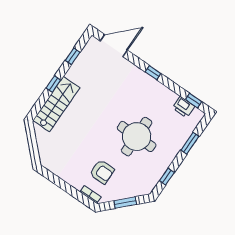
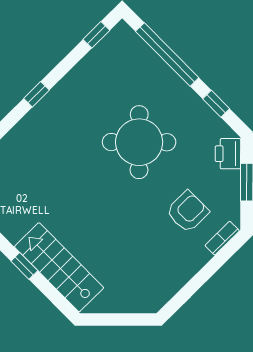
printer: (184, 107) -> (228, 154), moved, turned 135
round table: (137, 137) -> (139, 142), turned 45
window: (190, 143) -> (167, 54), width x2.11

